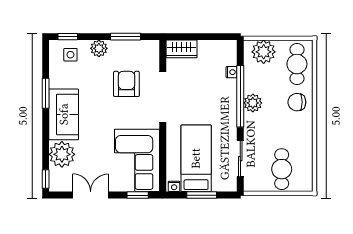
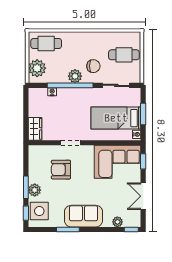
window: (125, 37) -> (26, 187), moved
side table: (70, 55) -> (39, 211), width x1.87, depth x1.87
doorway: (163, 97) -> (71, 143), width x0.53
chair: (297, 102) -> (93, 66), moved, turned -90
plant: (62, 154) -> (117, 222), width x0.53, depth x0.53

